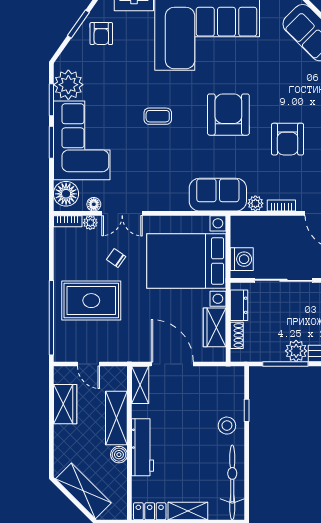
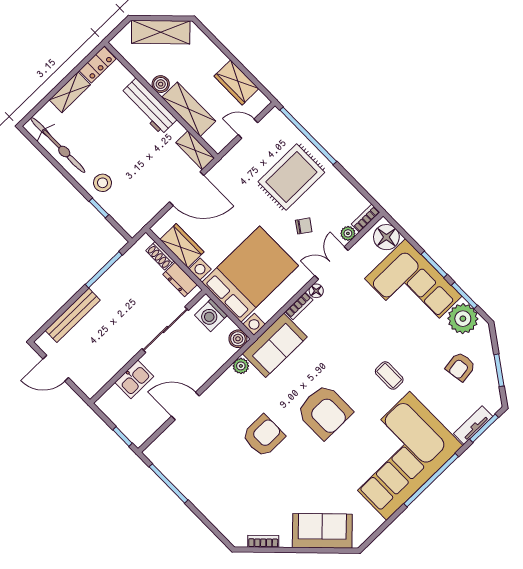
armchair: (101, 34) -> (460, 367), moved, turned -98
coffee table: (158, 116) -> (389, 375), moved, turned 90
armchair: (288, 139) -> (263, 436), turned 90
floor lamp: (94, 204) -> (316, 291), moved
bookcase: (281, 206) -> (299, 306), moved
boiler: (239, 224) -> (238, 339), added
plant: (296, 351) -> (105, 287), removed

